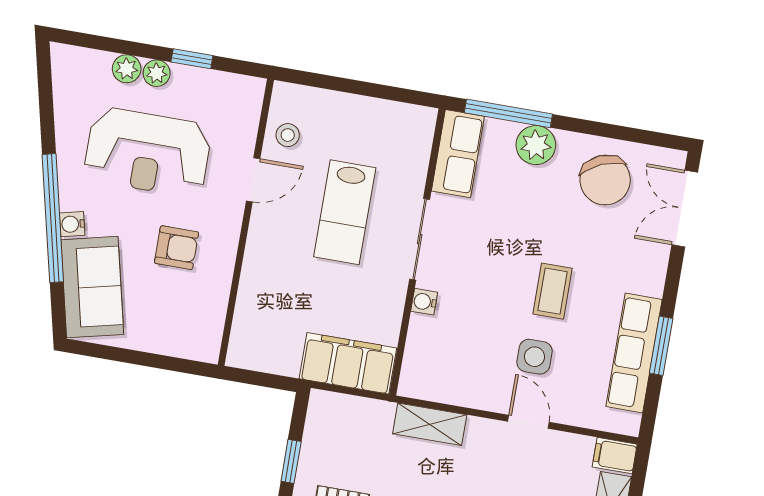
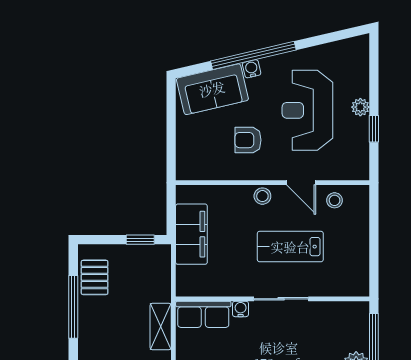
plant: (127, 69) -> (360, 87), removed
row of seats: (458, 154) -> (203, 314), moved
stool: (263, 241) -> (262, 196), added
armchair: (177, 248) -> (248, 140), turned 90
filing cabinet: (348, 363) -> (191, 234), moved
window: (291, 461) -> (140, 240), moved

